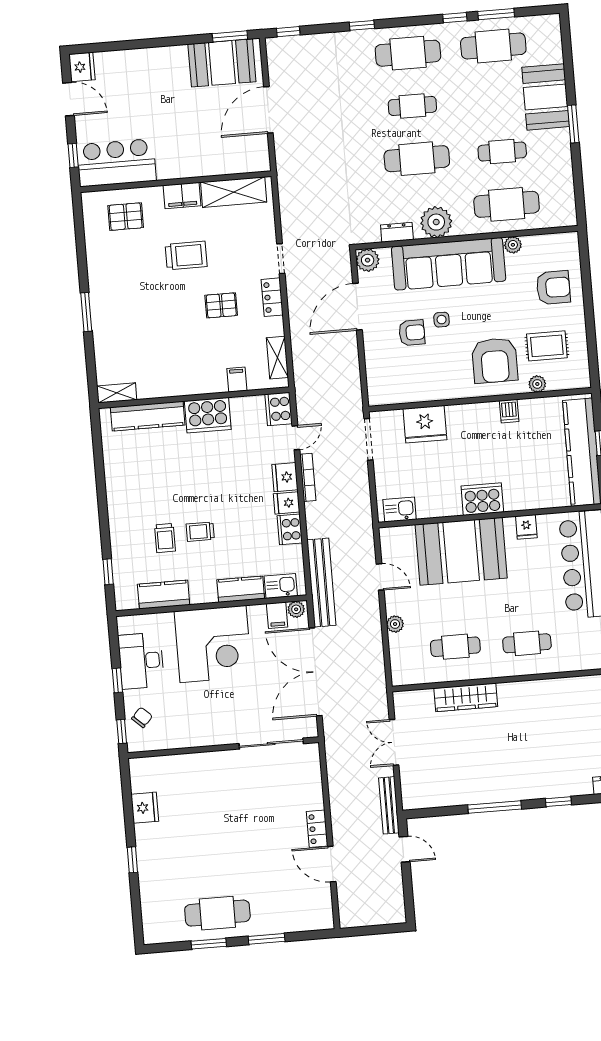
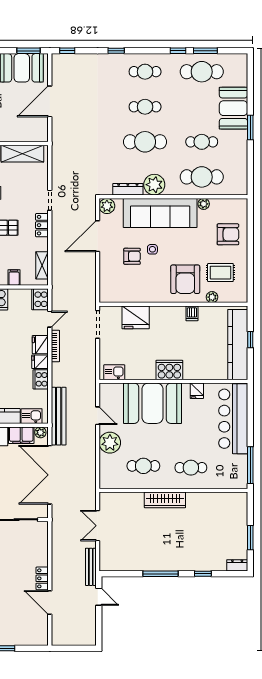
cafe table: (408, 53) -> (145, 72), width x0.73, depth x0.74
dresser: (397, 232) -> (128, 189), width x1.44
filing cabinet: (277, 615) -> (21, 435), width x2.00
plant: (395, 624) -> (110, 443), width x1.87, depth x1.87
wardrobe: (466, 697) -> (165, 500), moved

